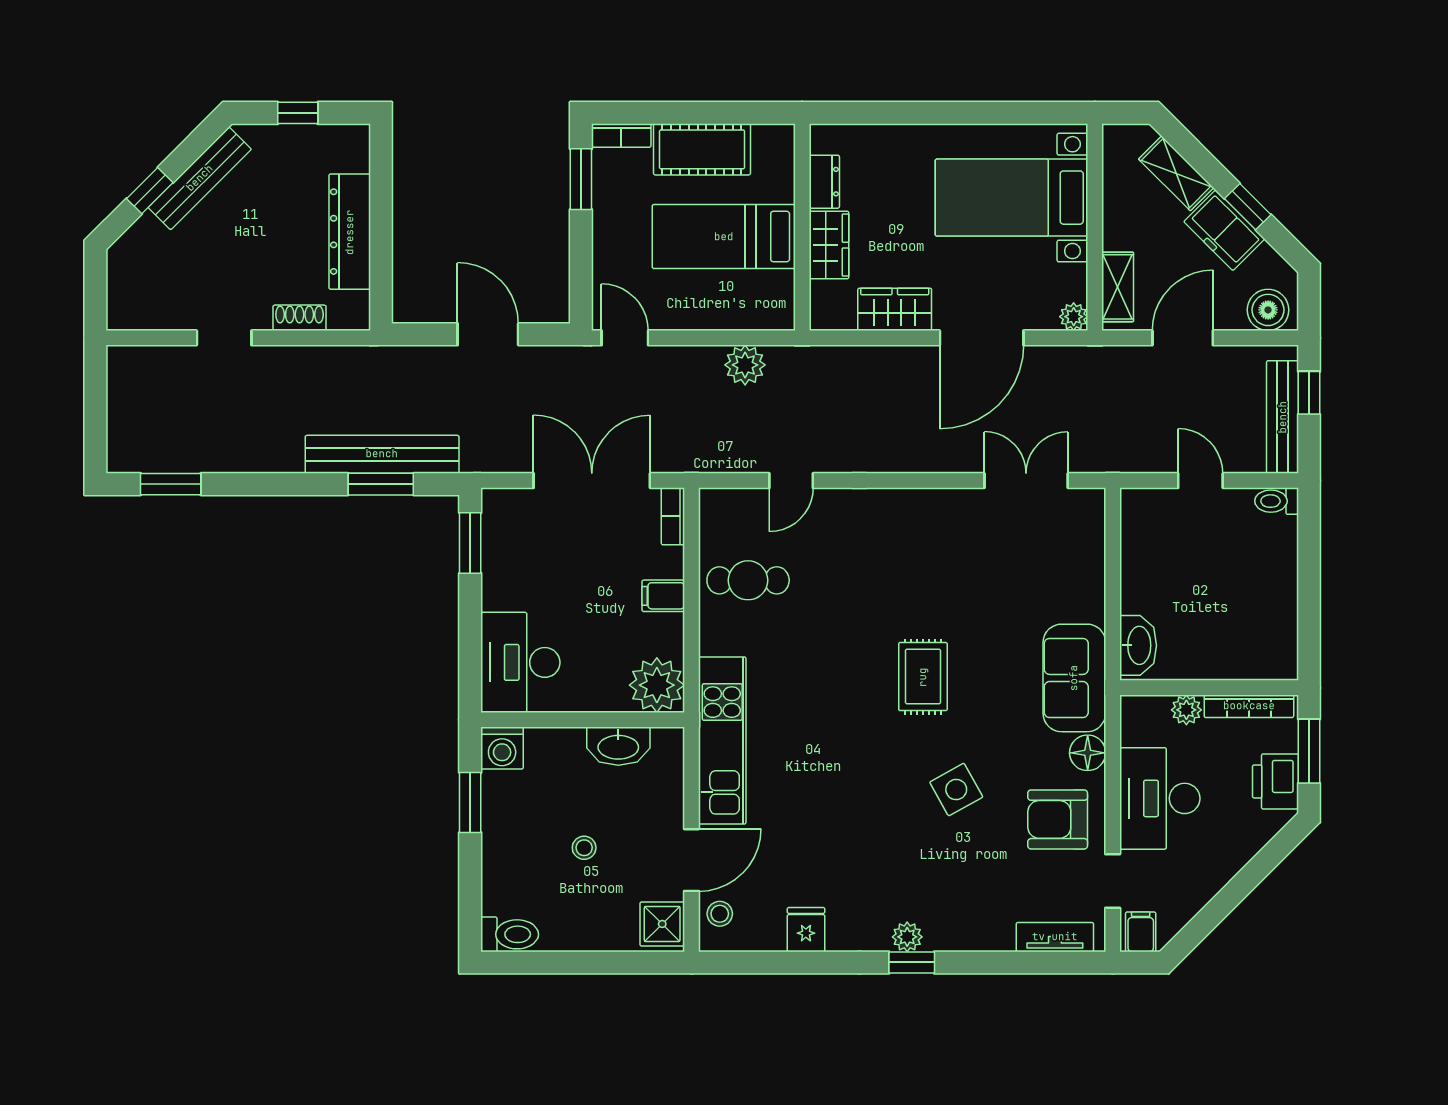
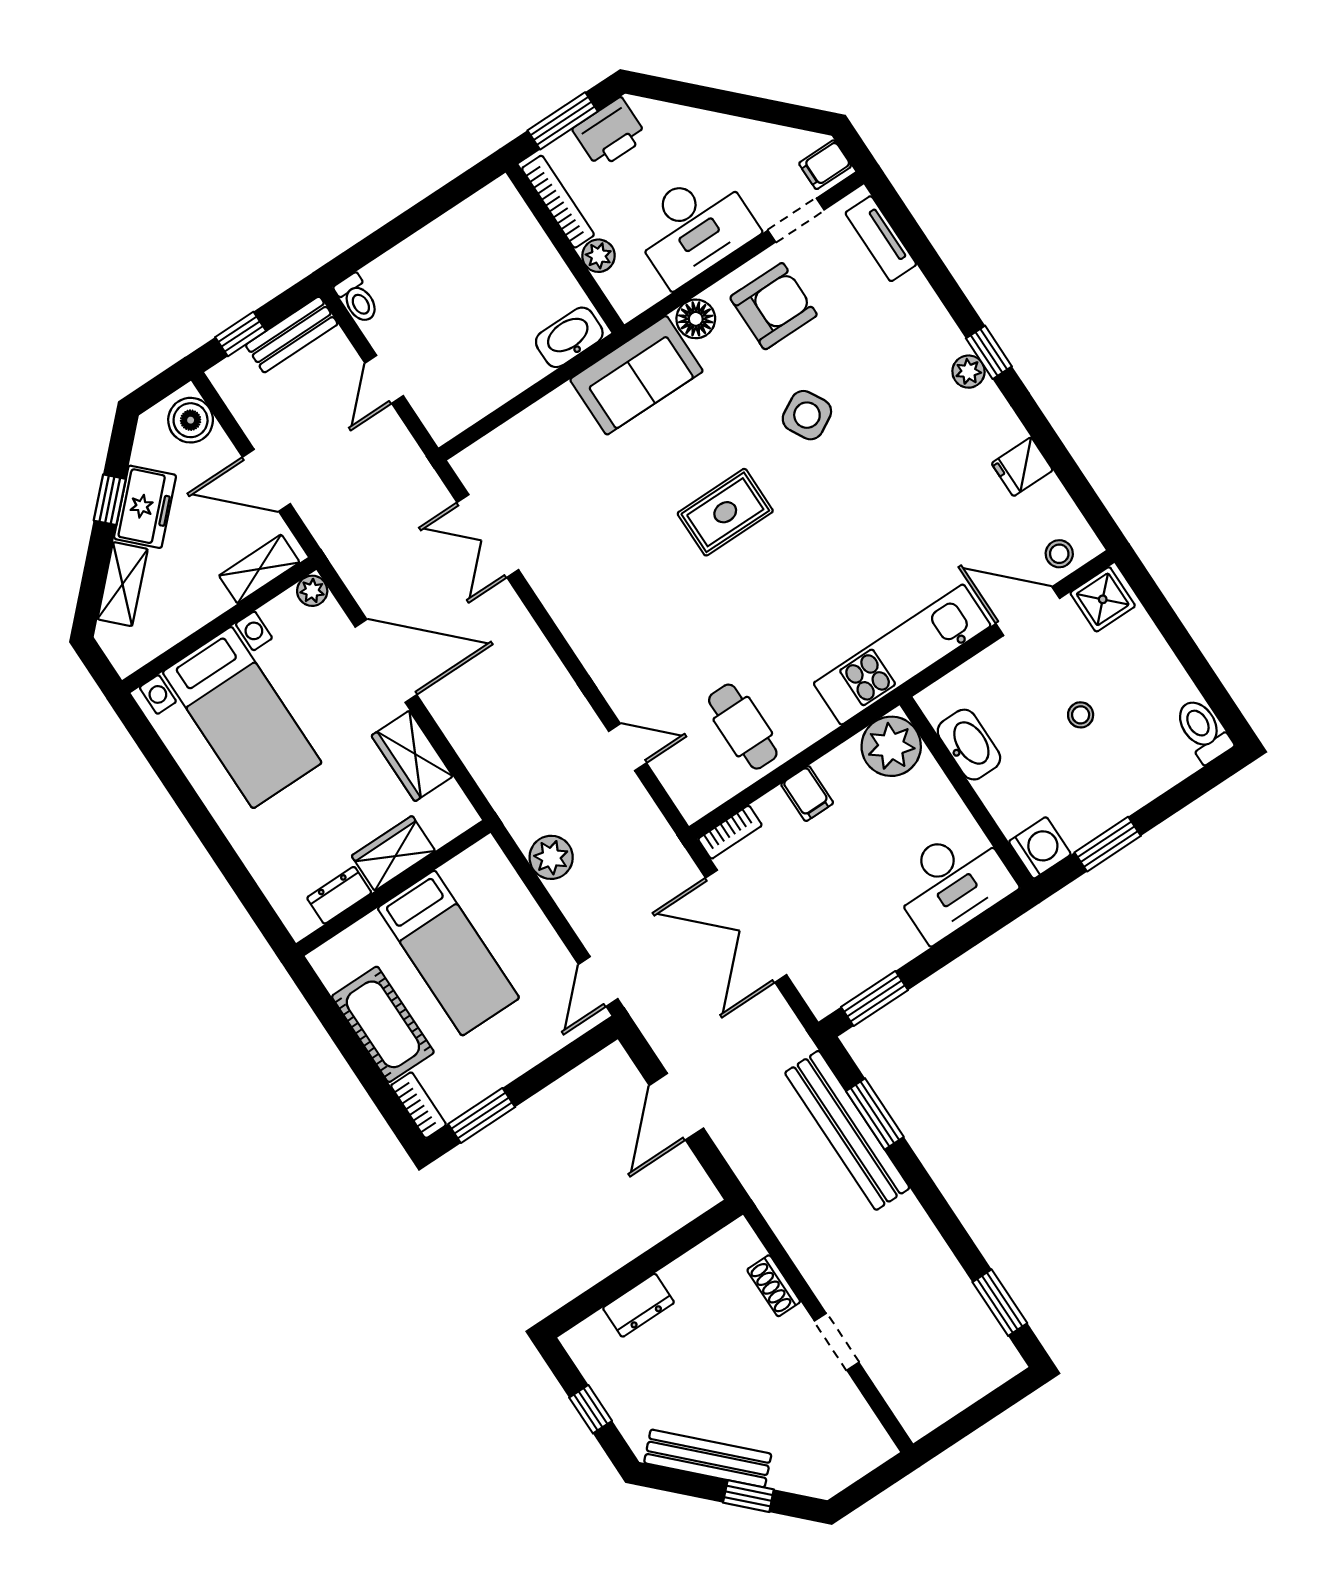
dresser: (350, 232) -> (639, 1305), width x0.51, depth x0.80
bench: (1283, 417) -> (292, 334), width x0.73
armchair: (1058, 819) -> (774, 306), turned -90

